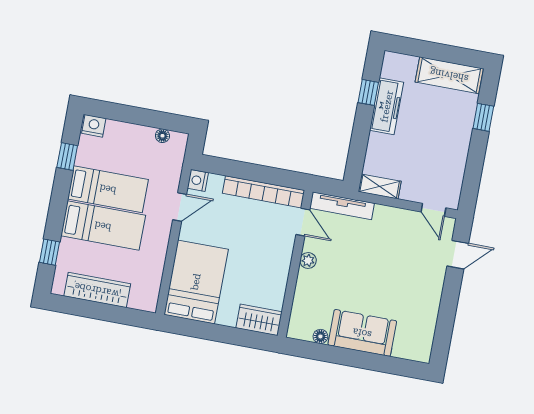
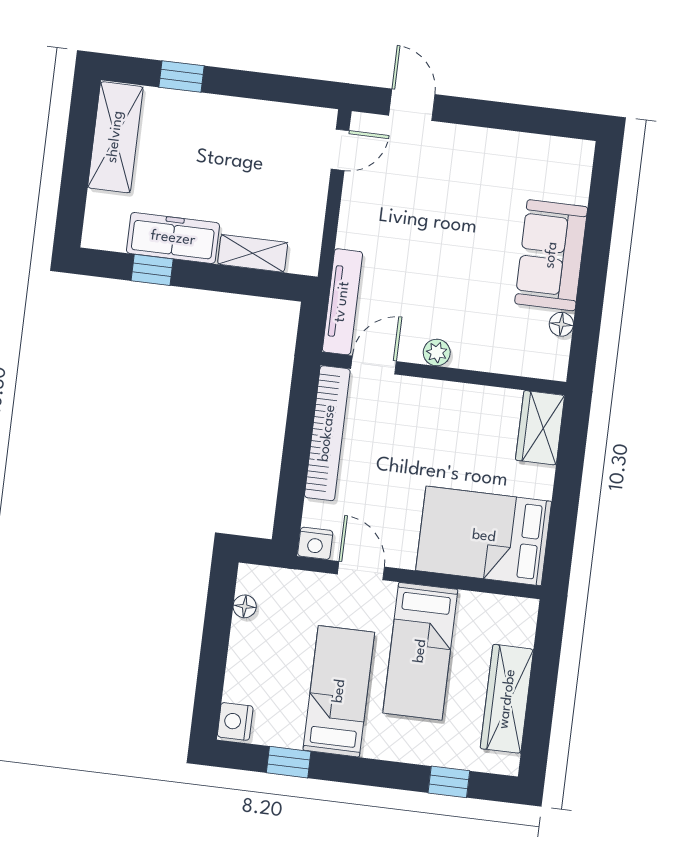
shelving: (380, 187) -> (253, 253), moved, turned 90
bed: (103, 226) -> (420, 651), moved, turned 180

